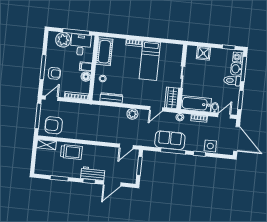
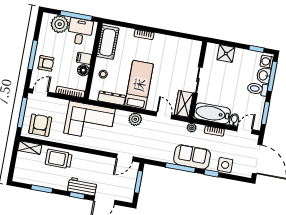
bed: (150, 61) -> (139, 85), moved, turned 180
door: (156, 109) -> (164, 115), swing flipped
corner sofa: (94, 119) -> (89, 121), added
armchair: (54, 125) -> (40, 125), turned 90
sofa: (170, 140) -> (192, 157), moved
trolley: (71, 152) -> (59, 159), turned 180

